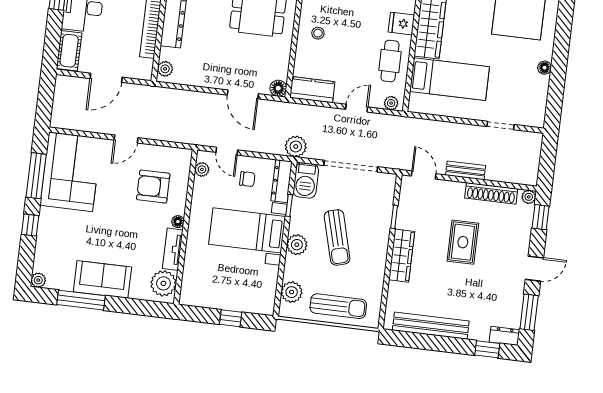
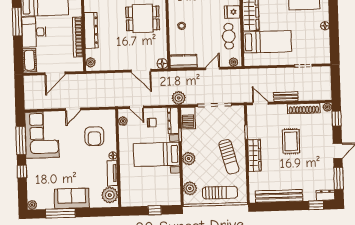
armchair: (153, 187) -> (94, 136), turned -90
sun lounger: (337, 237) -> (229, 157), moved

